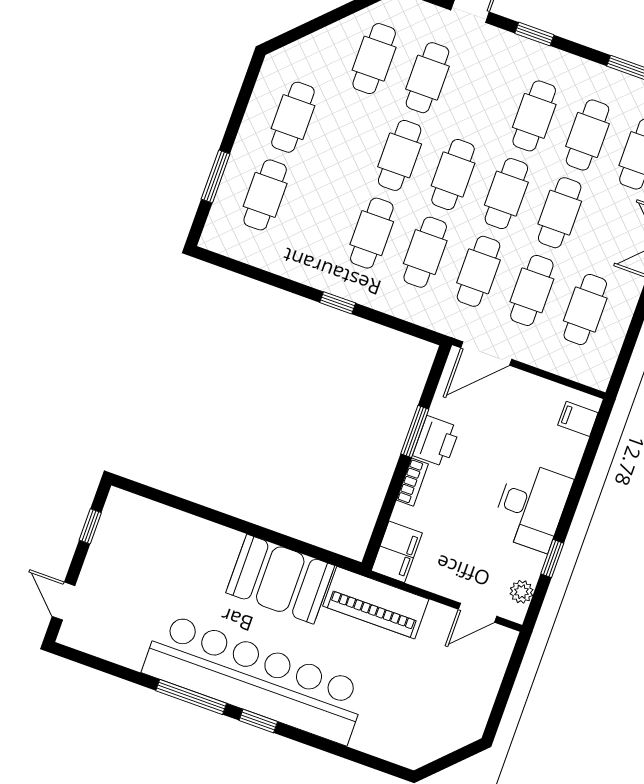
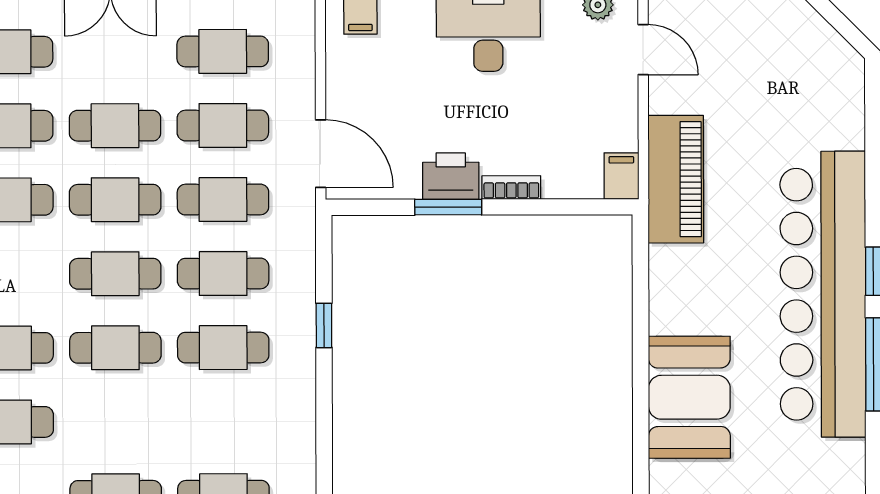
window: (338, 303) -> (324, 325), moved
filing cabinet: (397, 552) -> (621, 176), width x0.50
booth: (280, 579) -> (689, 397), moved

